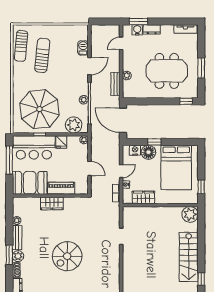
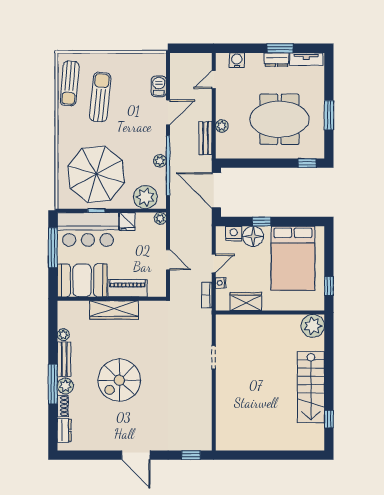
window: (138, 21) -> (280, 48), moved
dresser: (152, 29) -> (276, 60), moved
wardrobe: (52, 203) -> (114, 310), width x1.50
window: (9, 255) -> (53, 384), width x1.44
spiral stairs: (67, 256) -> (119, 380), moved

